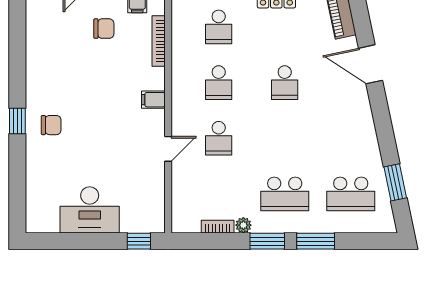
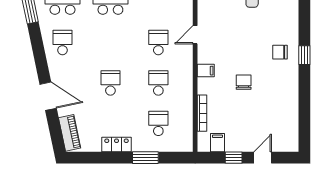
chair: (104, 29) -> (244, 82), moved, turned 90
school desk: (351, 138) -> (62, 43), added

